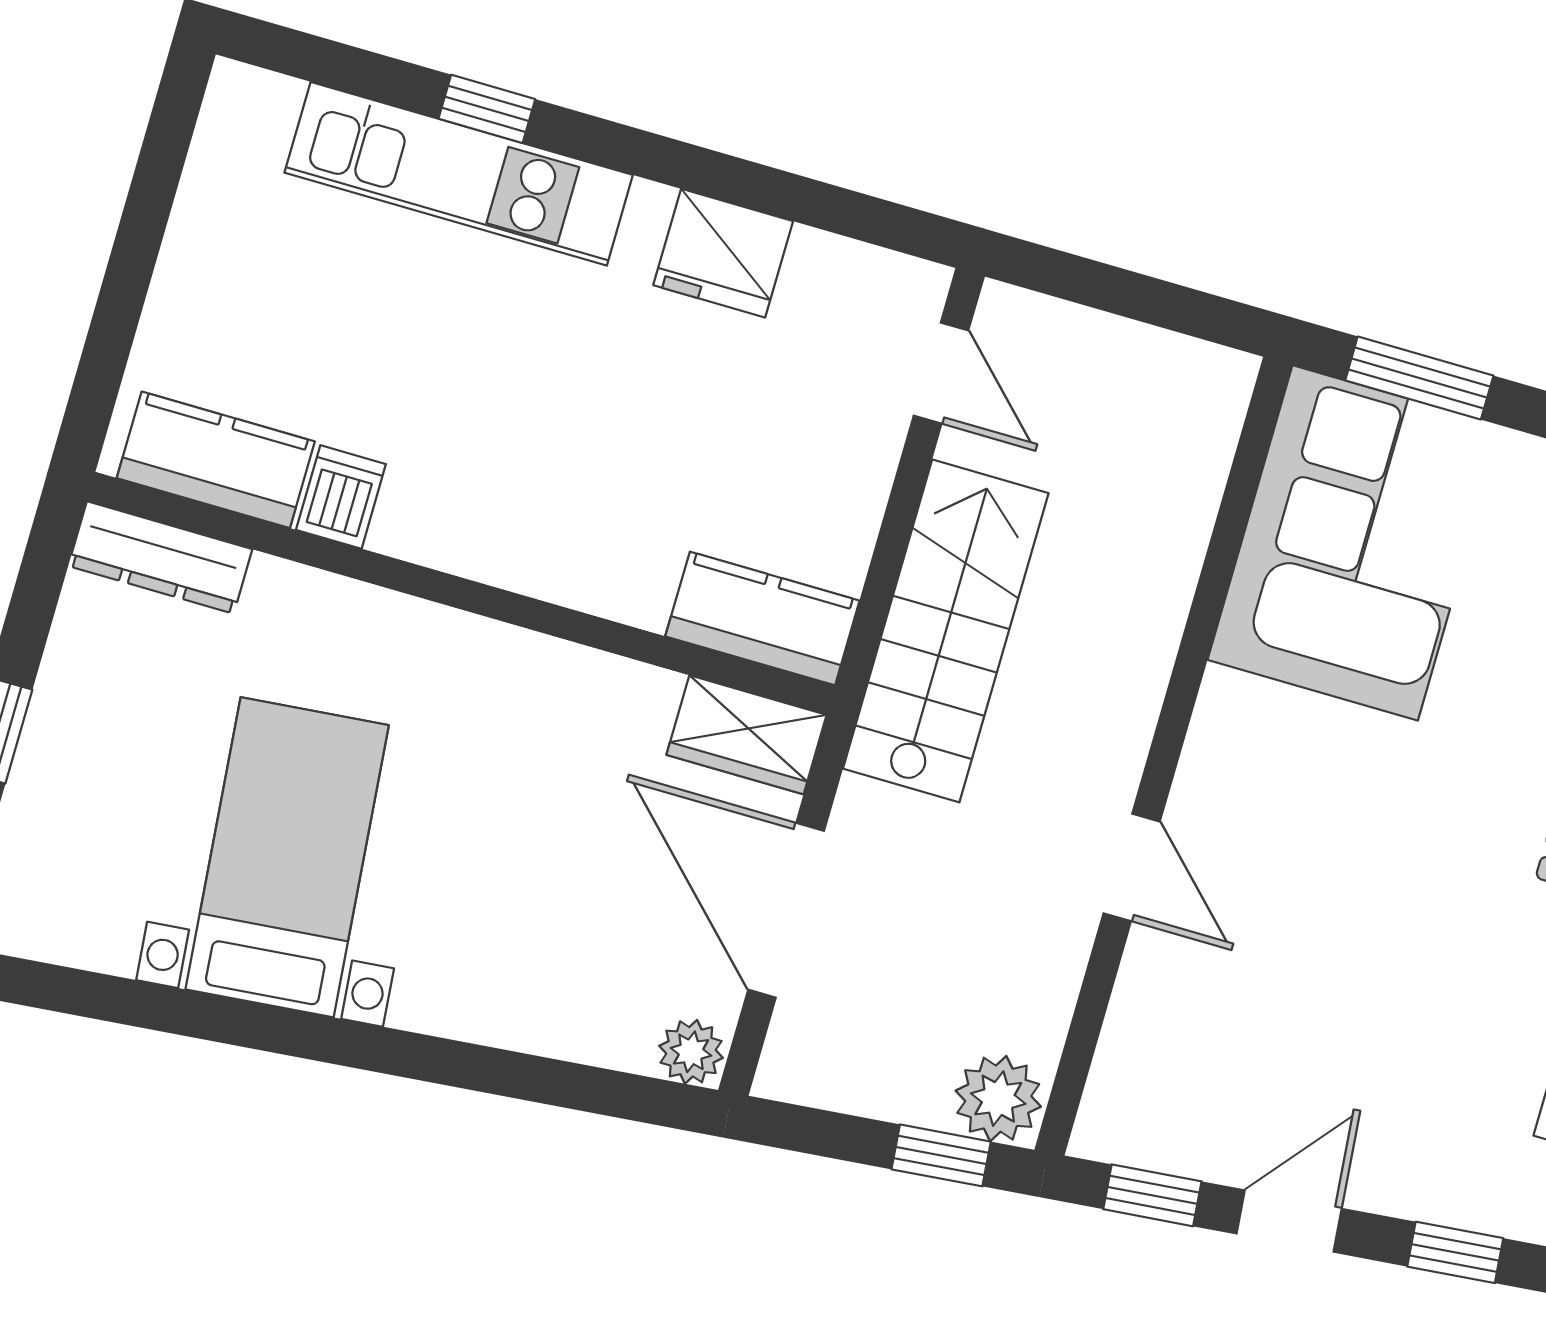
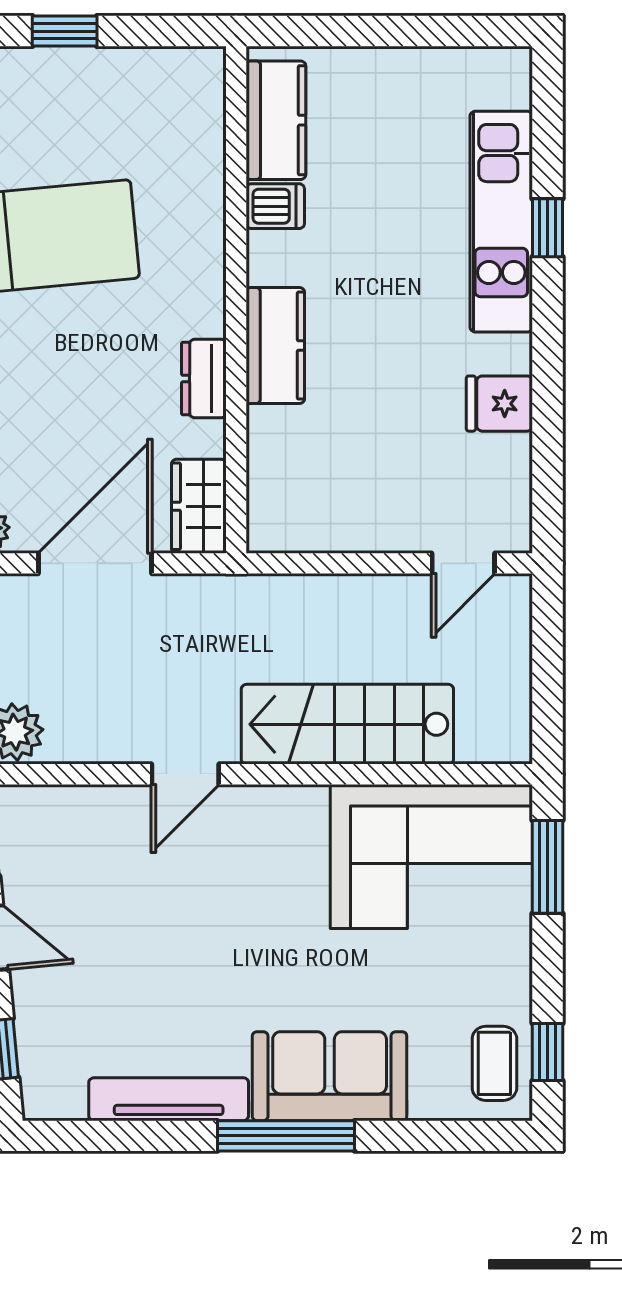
fridge: (723, 253) -> (499, 404), width x0.72
dresser: (160, 558) -> (204, 378), moved, width x0.70
kitchen counter: (762, 618) -> (275, 346), moved
stairs: (946, 631) -> (347, 724), moved, turned 180

